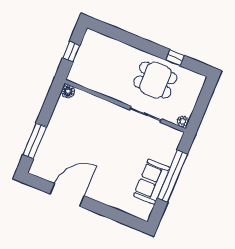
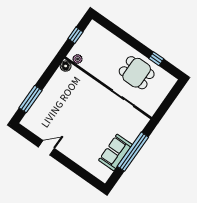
plant: (183, 121) -> (78, 59), moved
door: (67, 195) -> (46, 148), width x0.53

